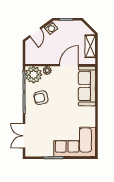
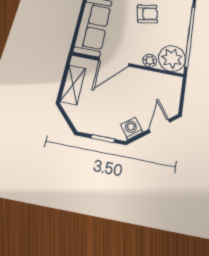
armchair: (41, 98) -> (147, 14), moved

